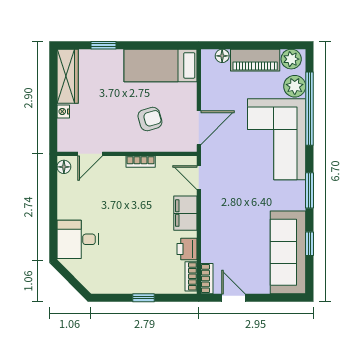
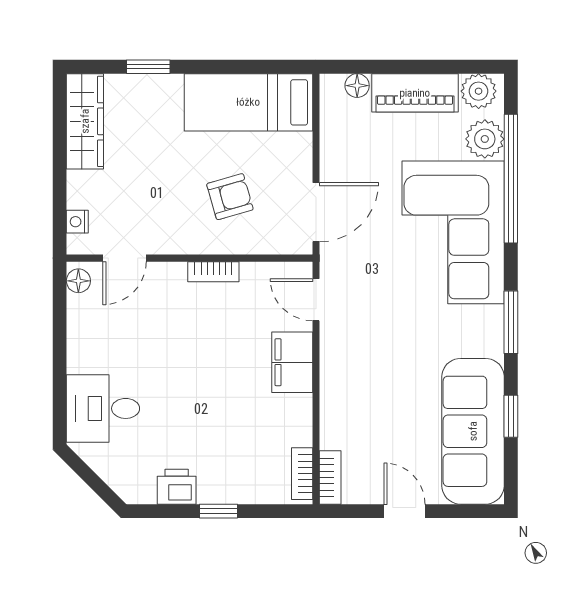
nightstand: (63, 111) -> (77, 222), moved
printer: (187, 249) -> (177, 487), moved, turned 90
door: (233, 298) -> (405, 511), moved

